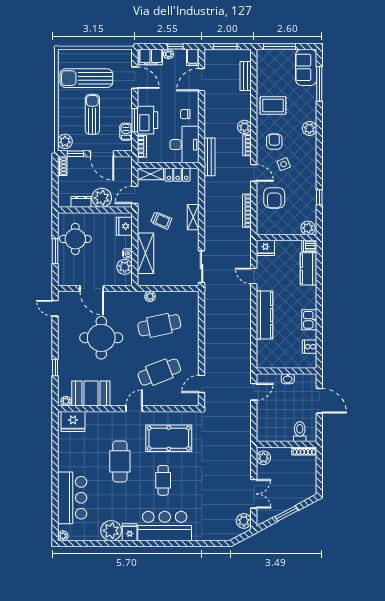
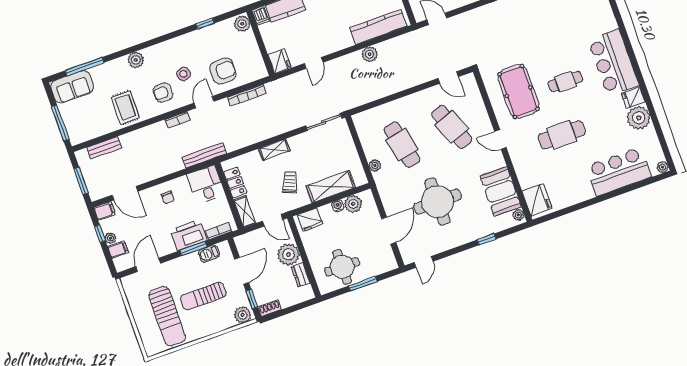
filing cabinet: (151, 57) -> (118, 250), width x0.50
plant: (244, 127) -> (370, 54), moved
desk: (184, 145) -> (206, 185), width x0.73
kitchen counter: (265, 315) -> (378, 27), moved

